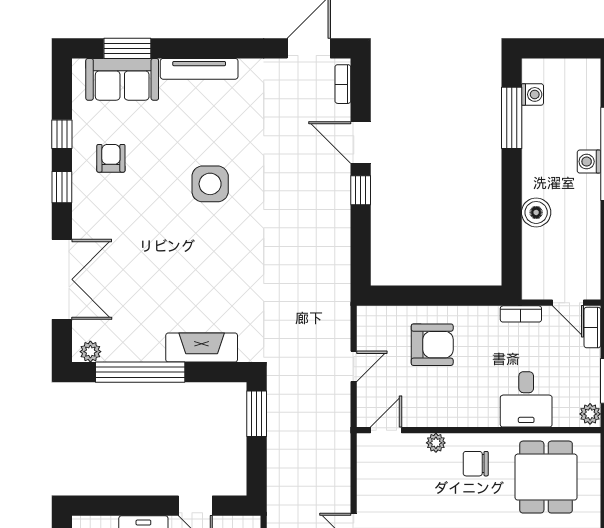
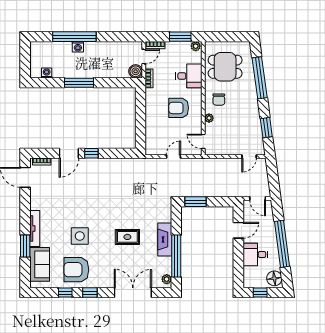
window: (127, 48) -> (25, 246), moved
window: (512, 118) -> (79, 83), moved
armchair: (111, 158) -> (76, 270), width x1.88, depth x1.88
side table: (210, 184) -> (80, 236), moved
boiler: (536, 212) -> (136, 71), moved
rug: (181, 268) -> (127, 237), added
armchair: (432, 345) -> (179, 108), moved, turned -90
fireplace: (202, 348) -> (165, 239), moved
door: (354, 366) -> (173, 156), hinge flipped

